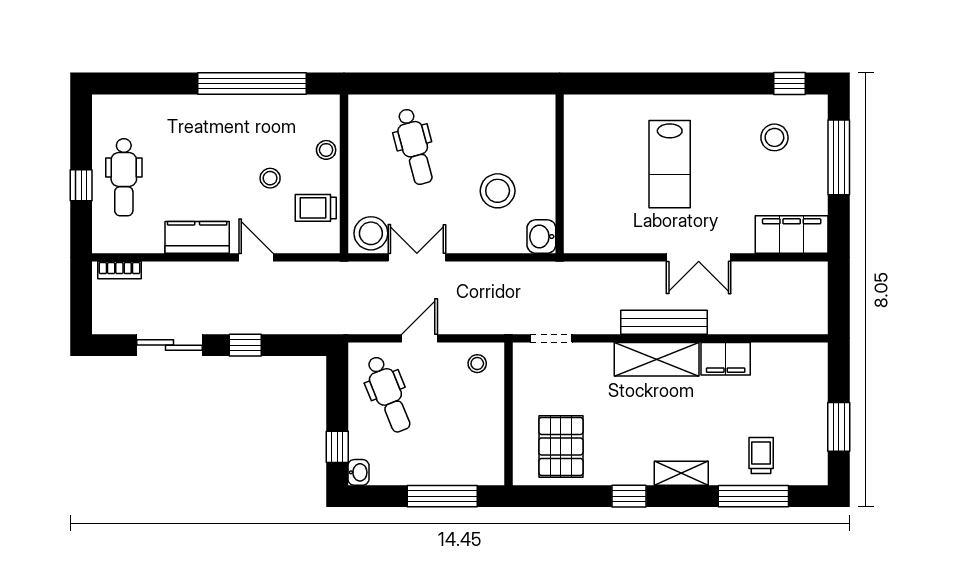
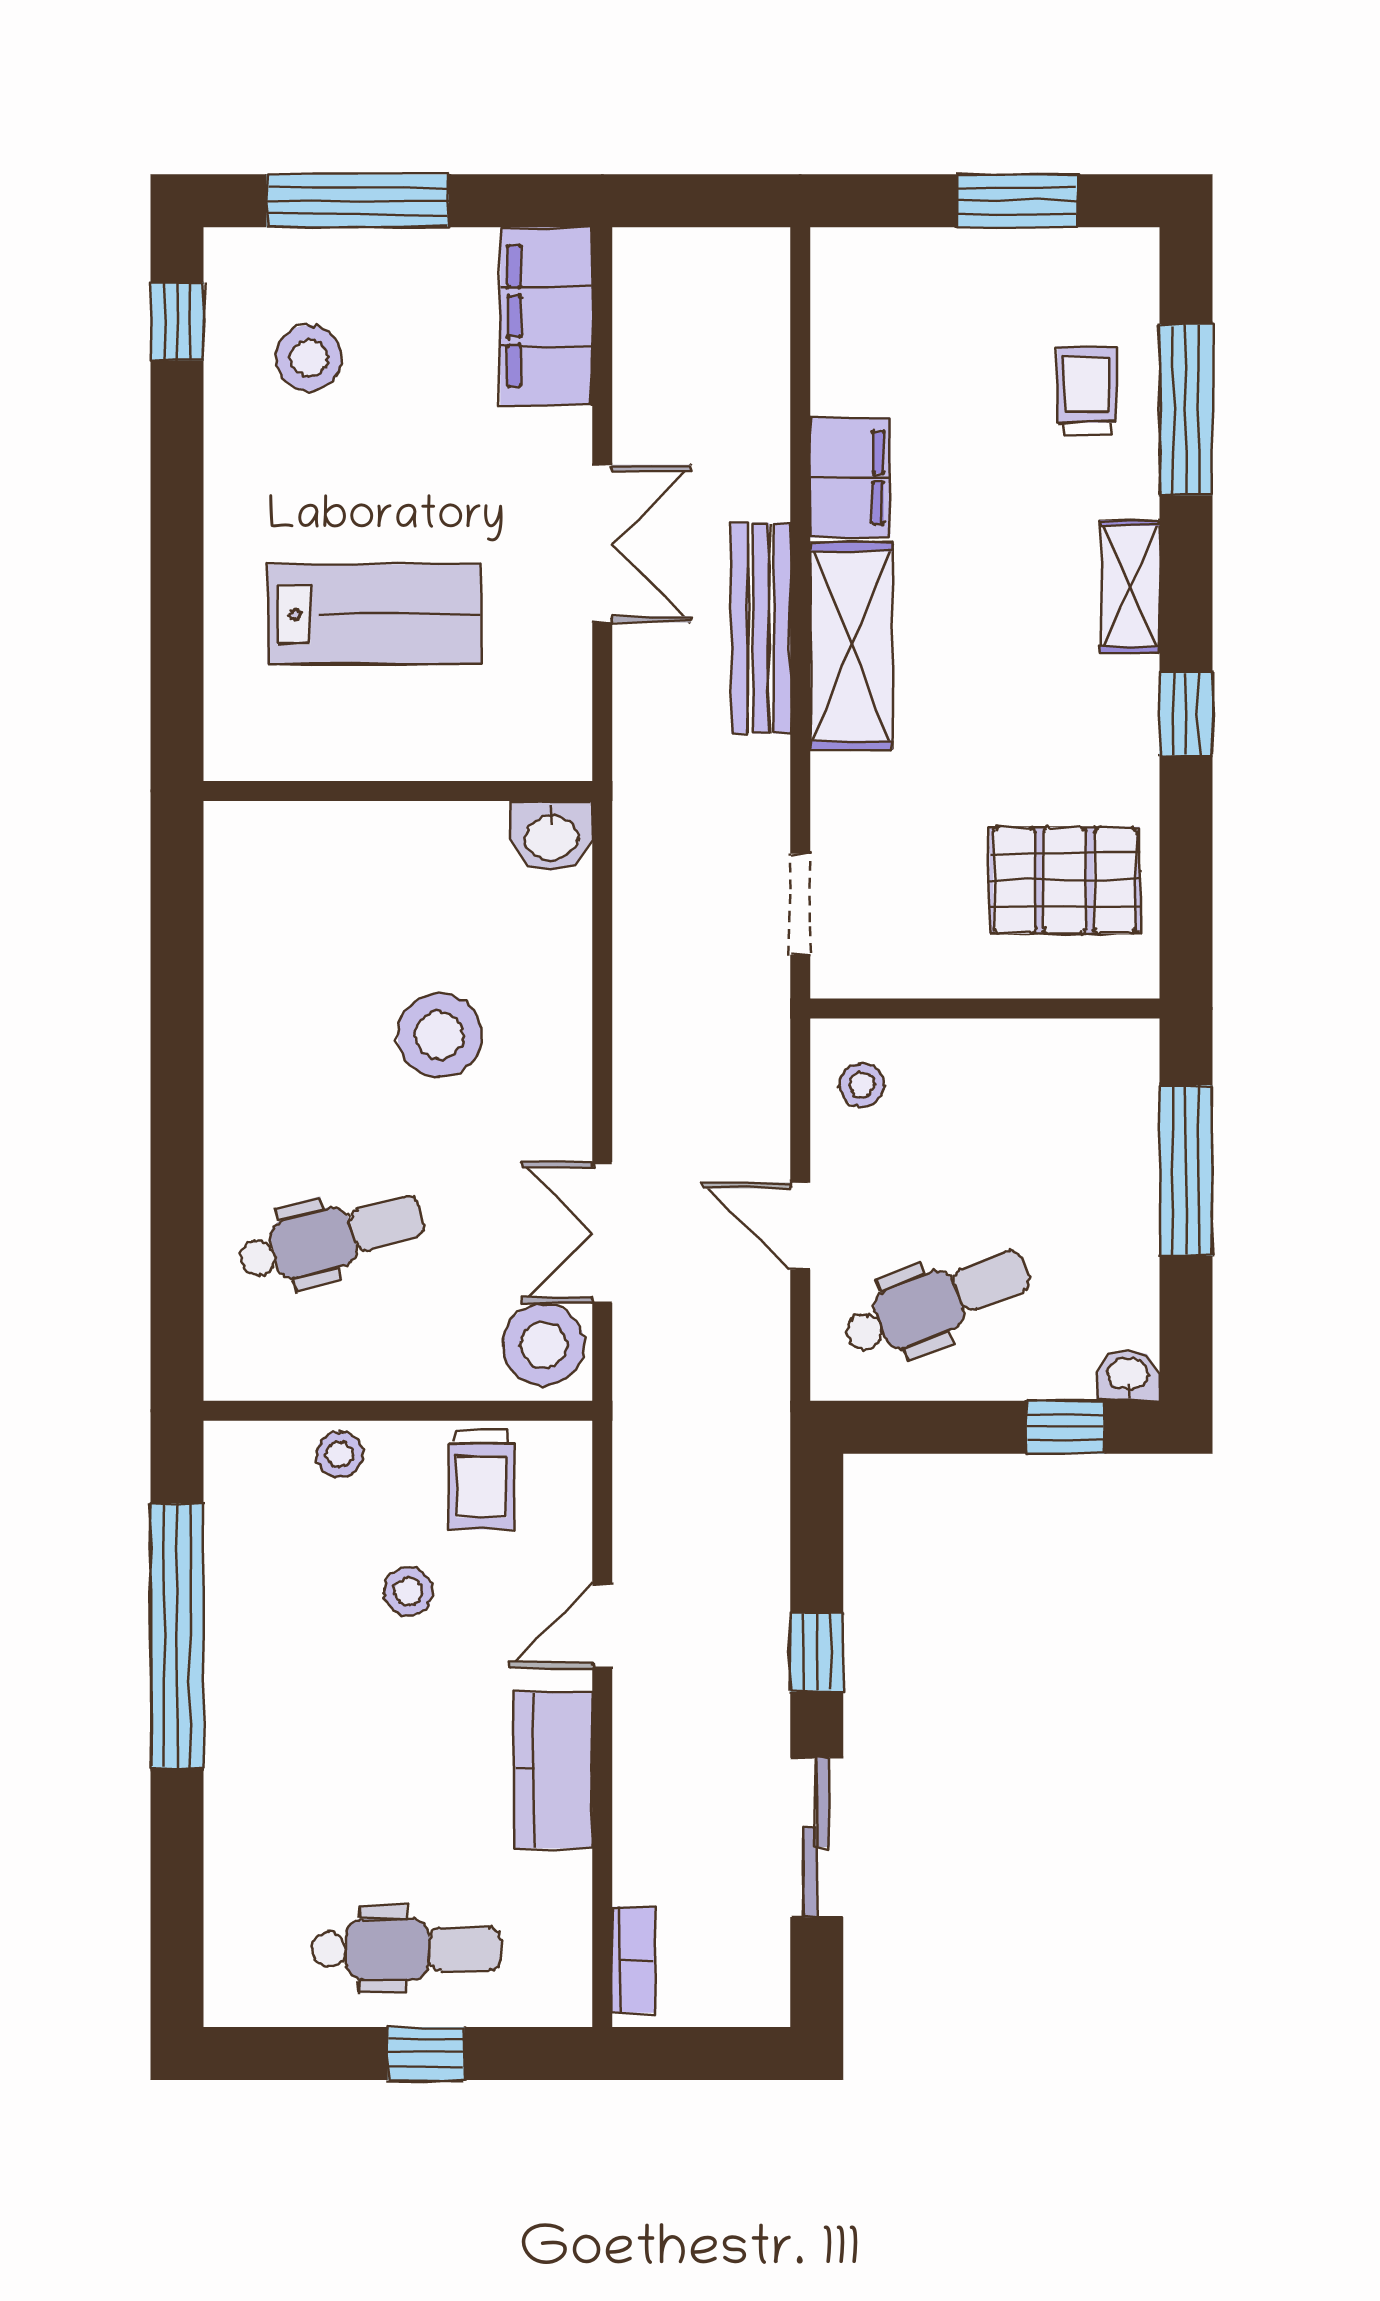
wall: (560, 174) -> (398, 791), moved
washbasin: (541, 237) -> (551, 836), moved
trolley: (761, 456) -> (1087, 391), turned 90

